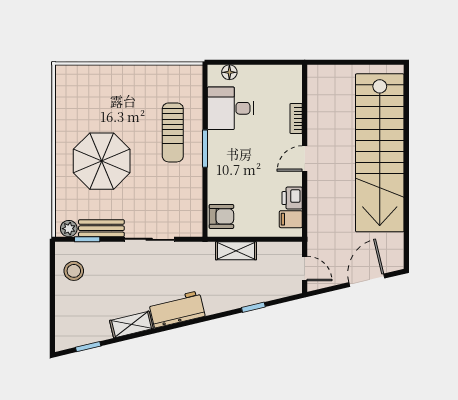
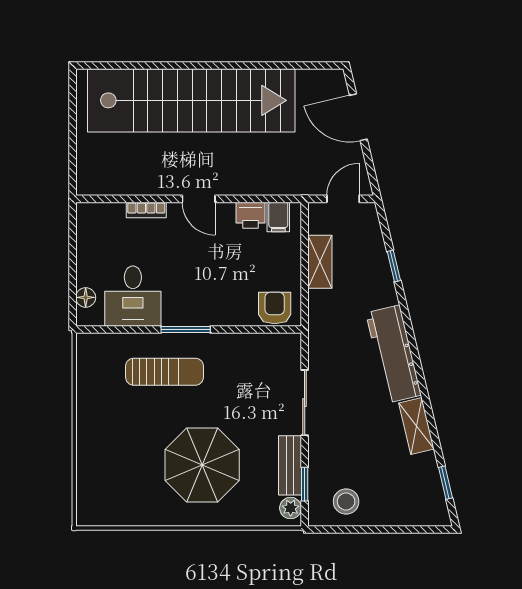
shelving: (236, 251) -> (320, 262), moved
workbench: (177, 309) -> (393, 354), width x1.38

